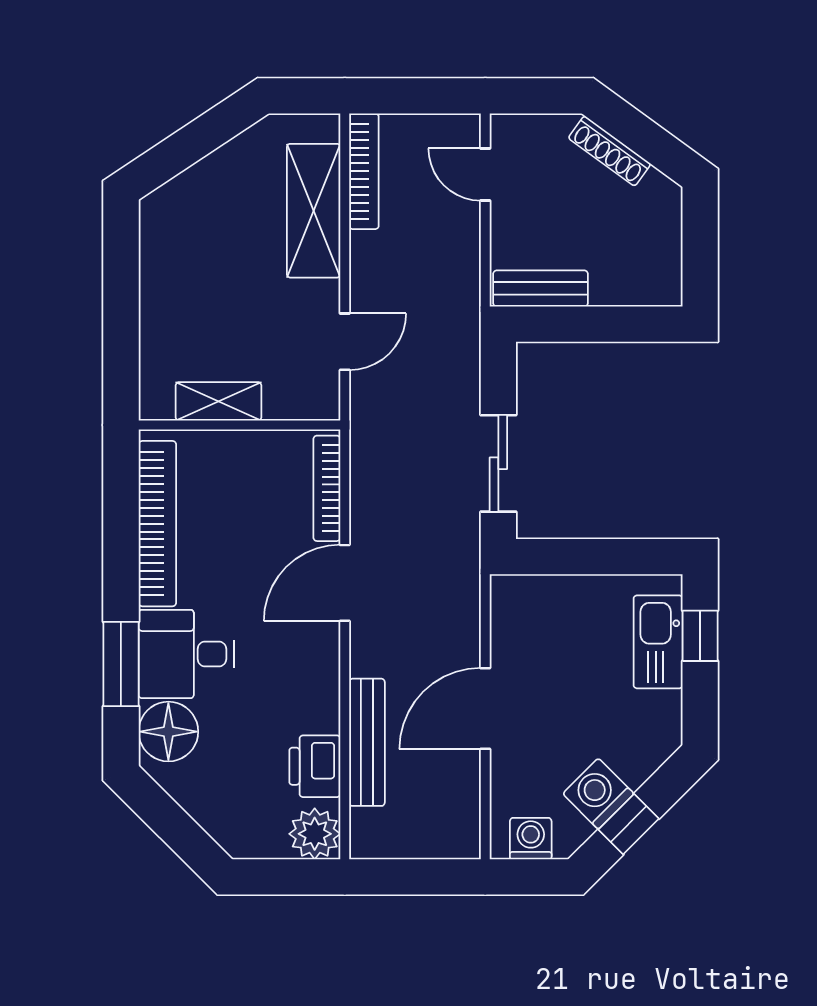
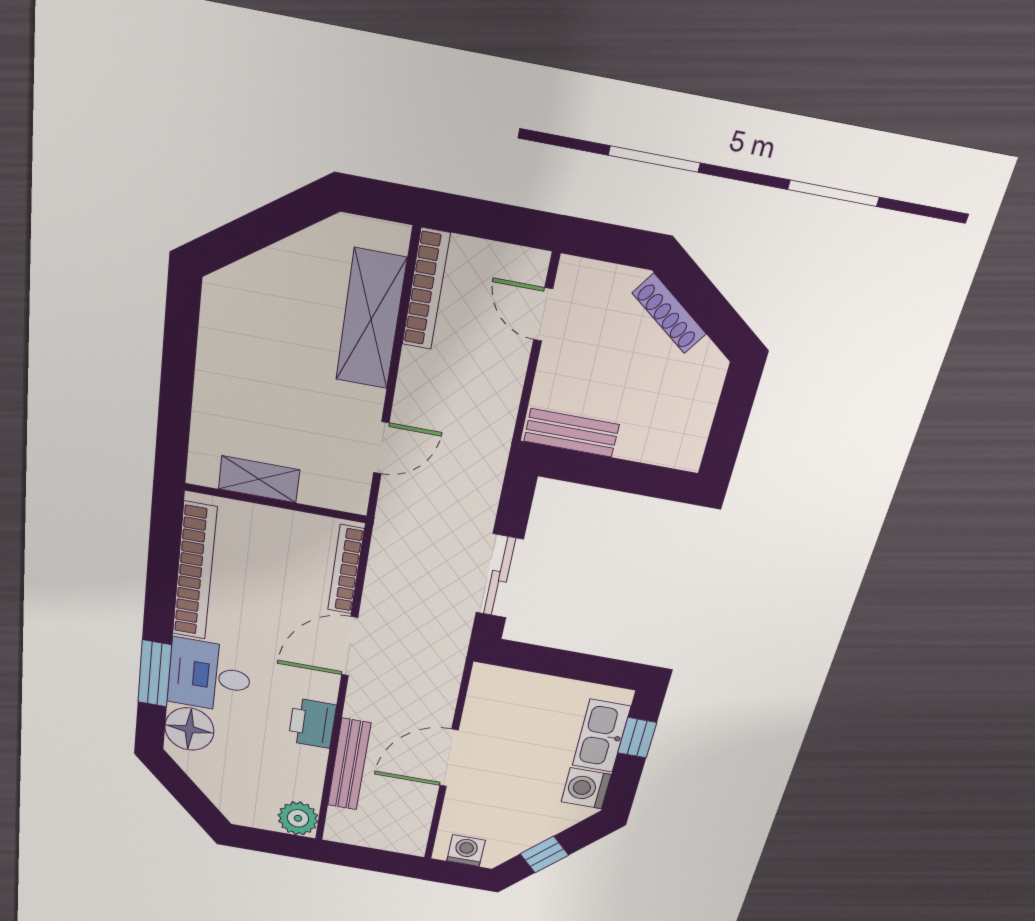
printer: (315, 766) -> (312, 723), moved
washing machine: (598, 794) -> (586, 788), moved, turned -45

